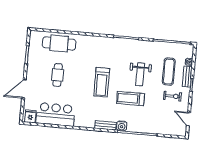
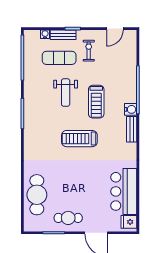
weight bench: (140, 74) -> (66, 92), turned 90
cafe table: (58, 75) -> (68, 218), moved
treadmill: (102, 82) -> (79, 139), turned 180

